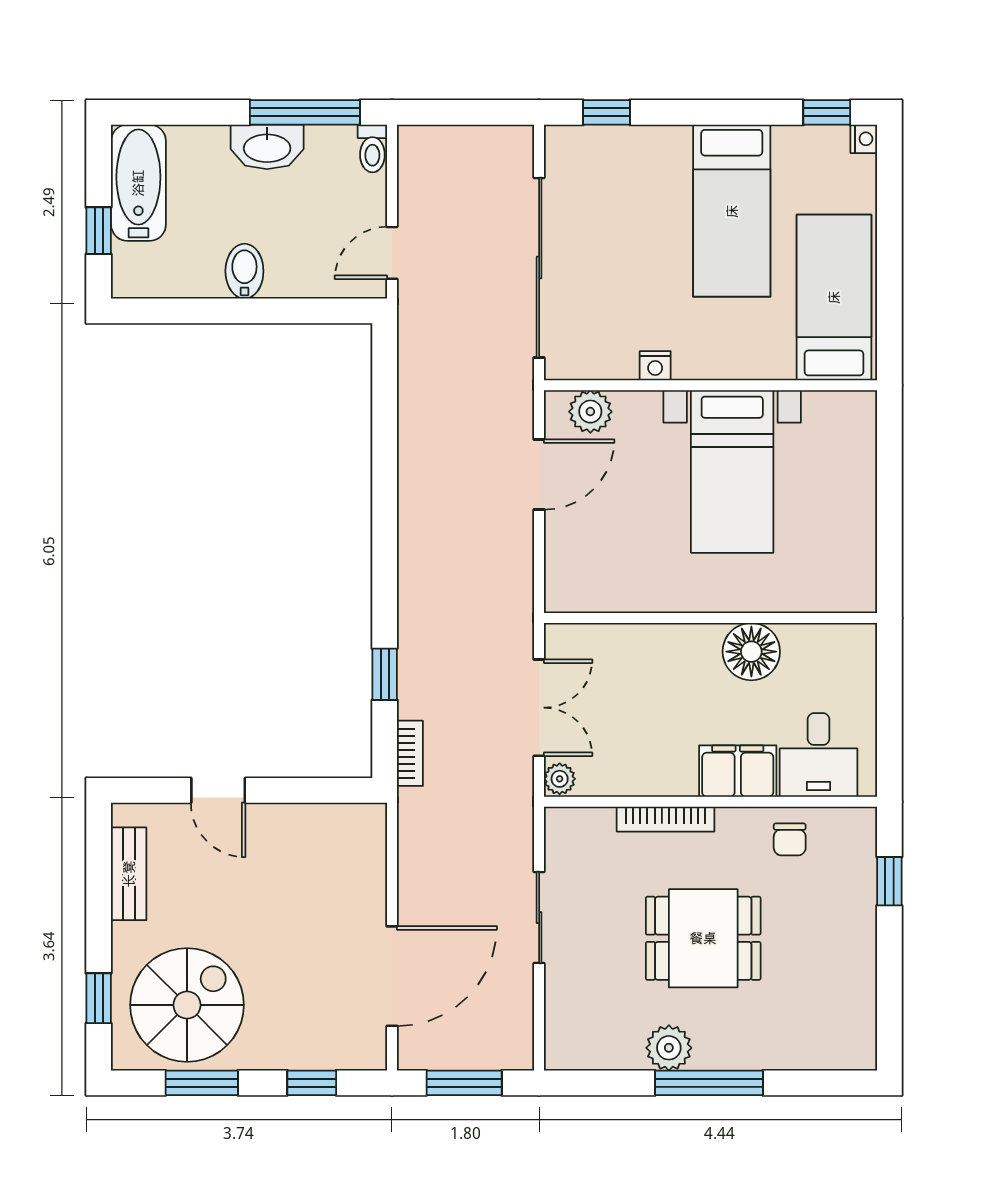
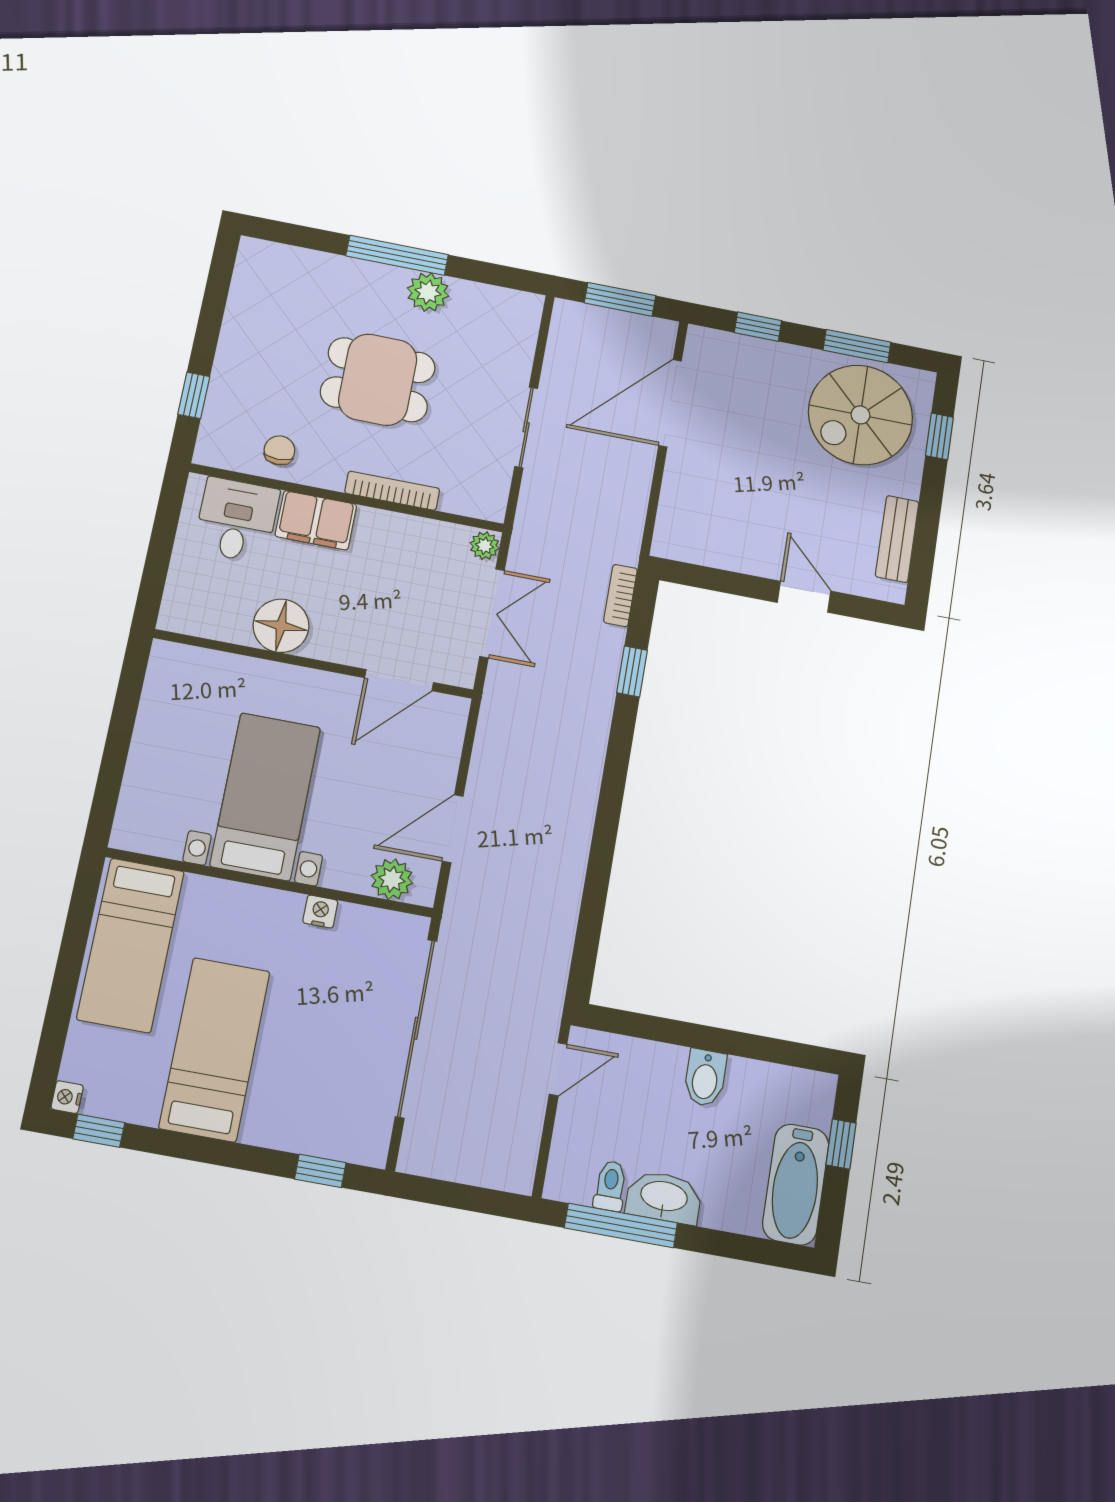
toilet: (372, 149) -> (610, 1186), moved
door: (621, 618) -> (399, 680), added
double door: (539, 708) -> (492, 613), swing flipped

